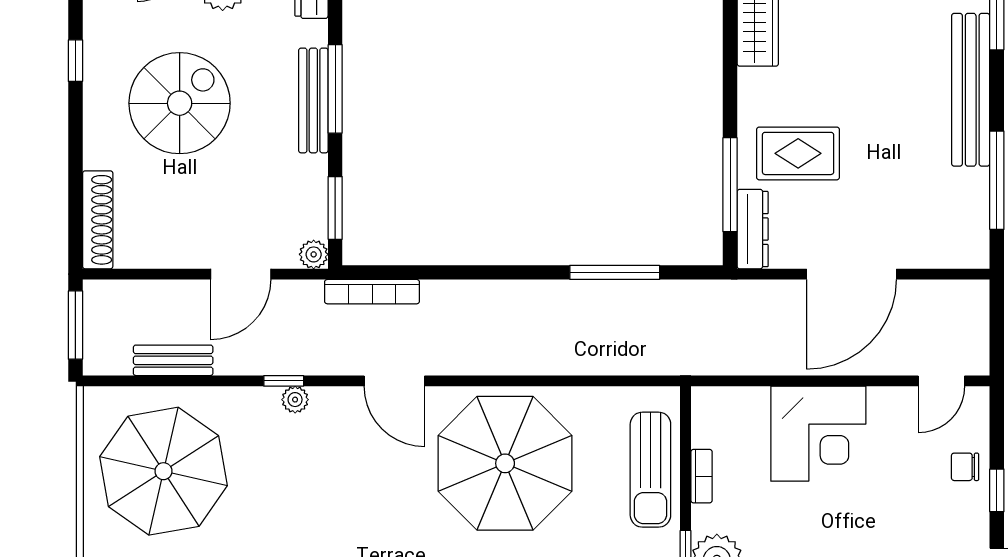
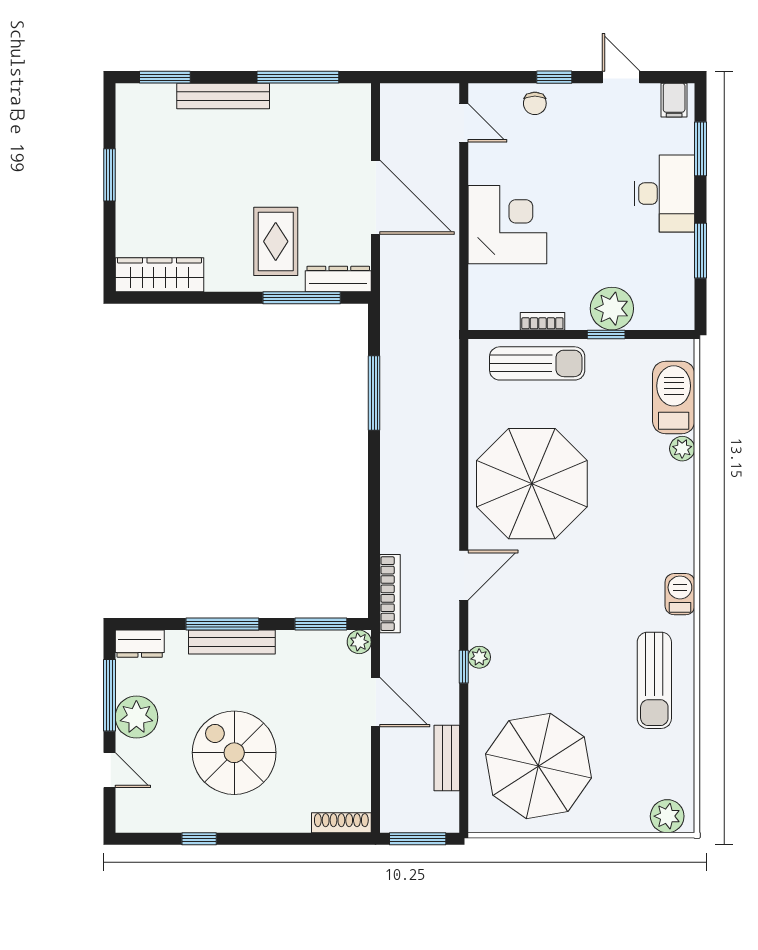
bench: (971, 90) -> (223, 96), width x0.73, depth x0.82
shoe rack: (98, 220) -> (341, 823), width x0.74, depth x0.81

